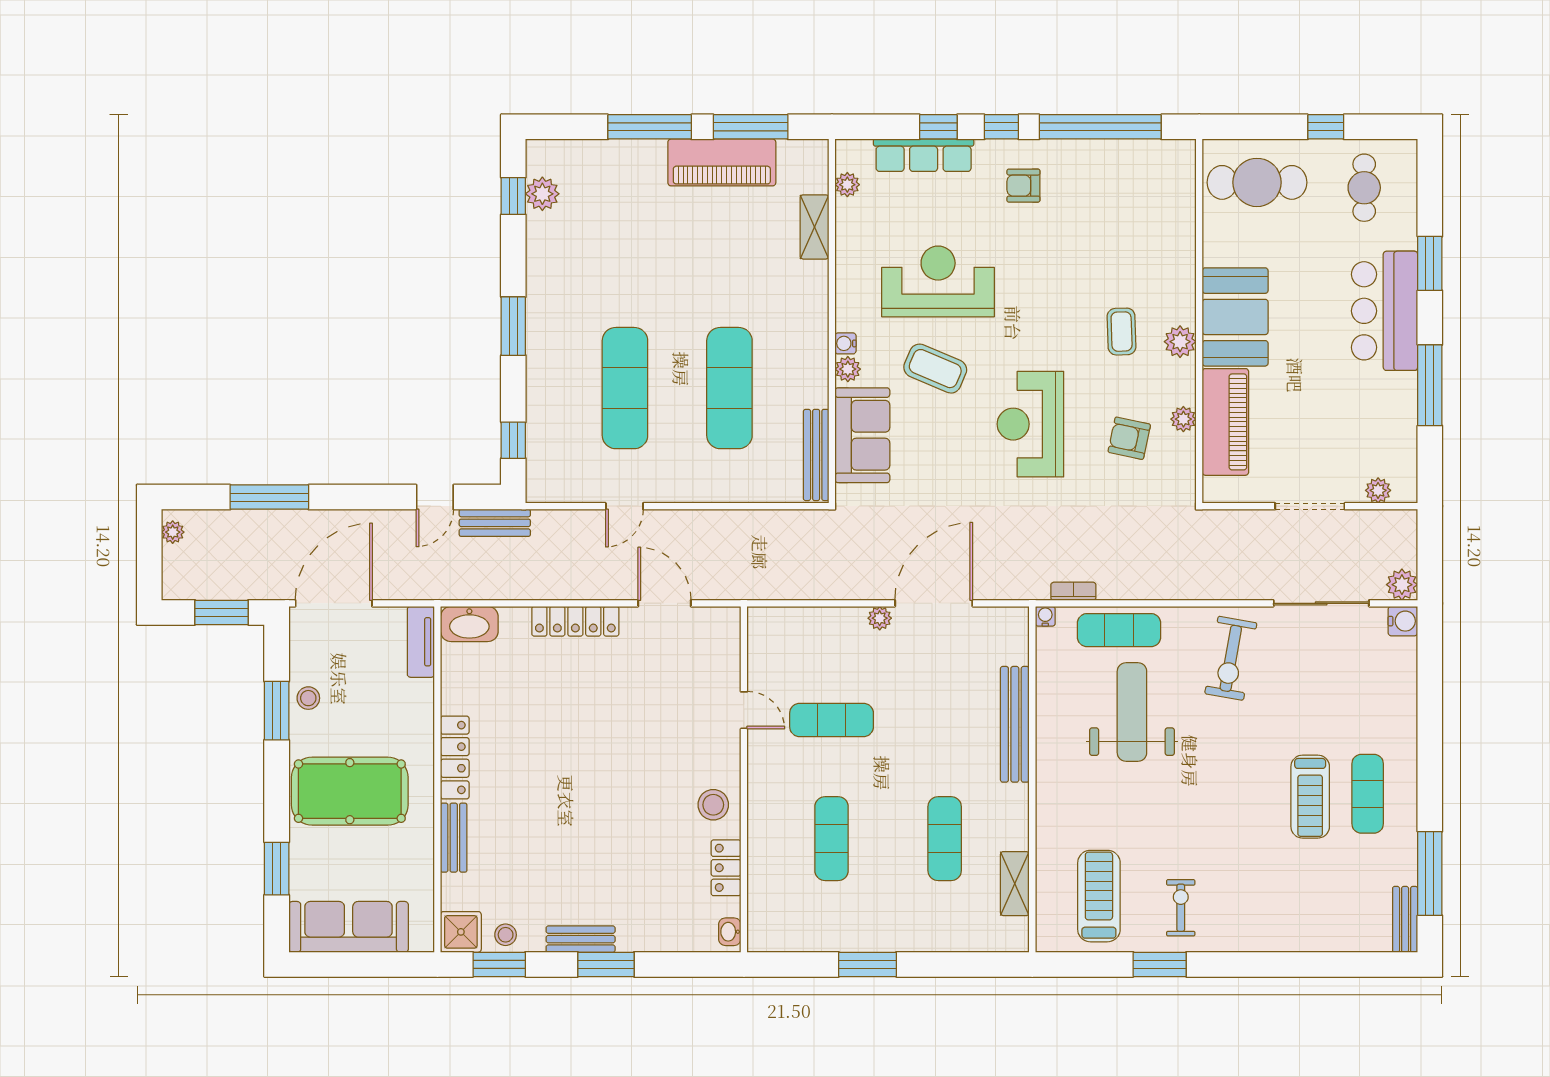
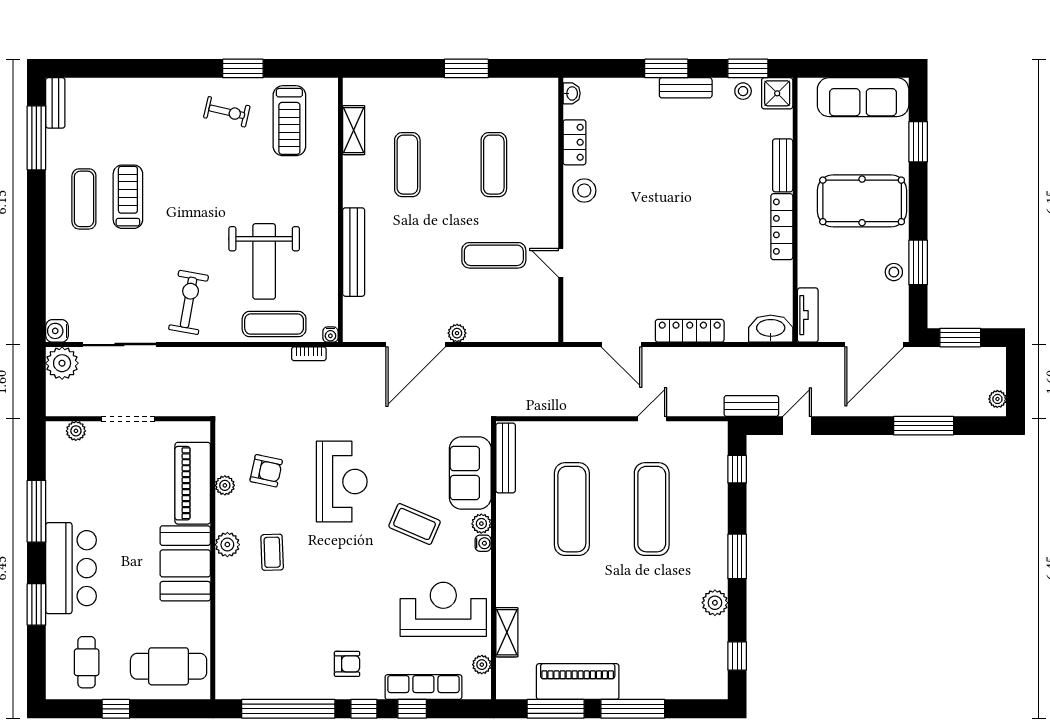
plant: (542, 194) -> (715, 603), moved
reception desk: (938, 281) -> (443, 609), moved, turned 180
plant: (1402, 585) -> (62, 363), width x1.36, depth x1.36
exercise bike: (1181, 908) -> (227, 112), turned -77

